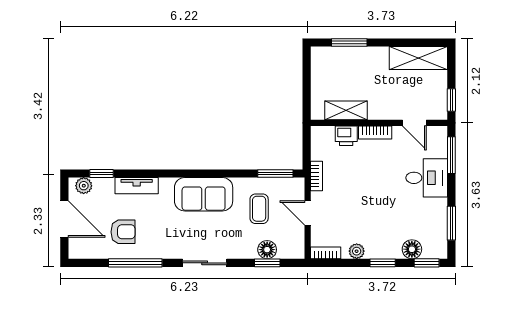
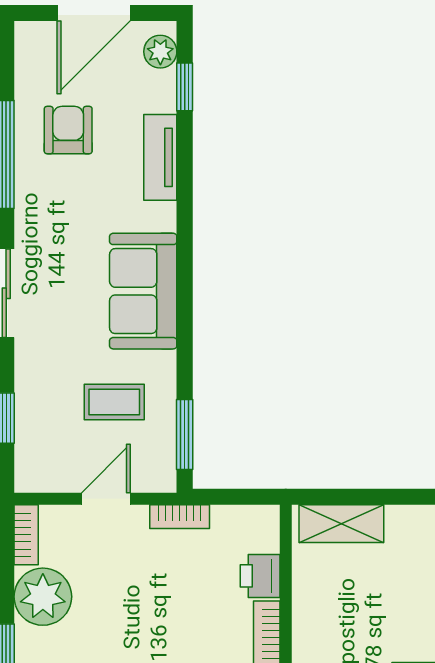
shelving: (346, 110) -> (341, 524), moved, turned 90
armchair: (123, 232) -> (68, 130), turned 180
floor lamp: (267, 250) -> (33, 418), removed
plant: (357, 251) -> (43, 597), width x1.87, depth x1.87

